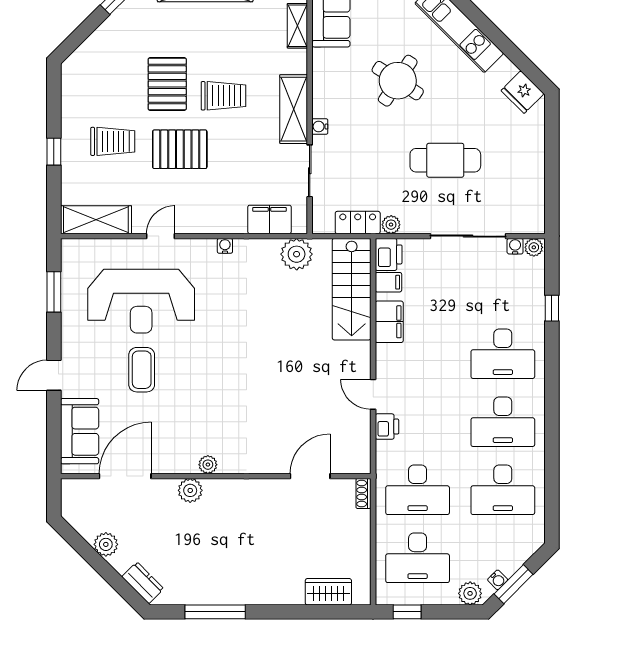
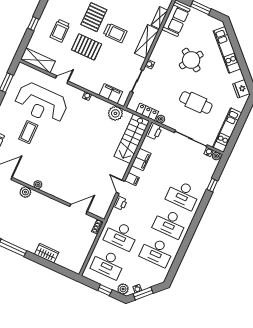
shelving: (294, 109) -> (147, 42), moved
trolley: (113, 141) -> (60, 31), turned 90
kitchen unit: (532, 186) -> (227, 130), added
filing cabinet: (388, 282) -> (132, 179), moved
wardrobe: (328, 592) -> (47, 253), moved
window: (407, 612) -> (105, 290), moved

